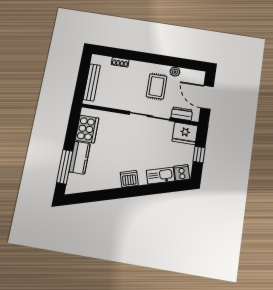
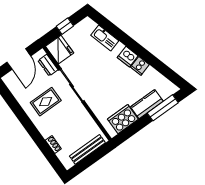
plant: (175, 72) -> (22, 99), removed
cooker: (182, 173) -> (140, 66), moved

